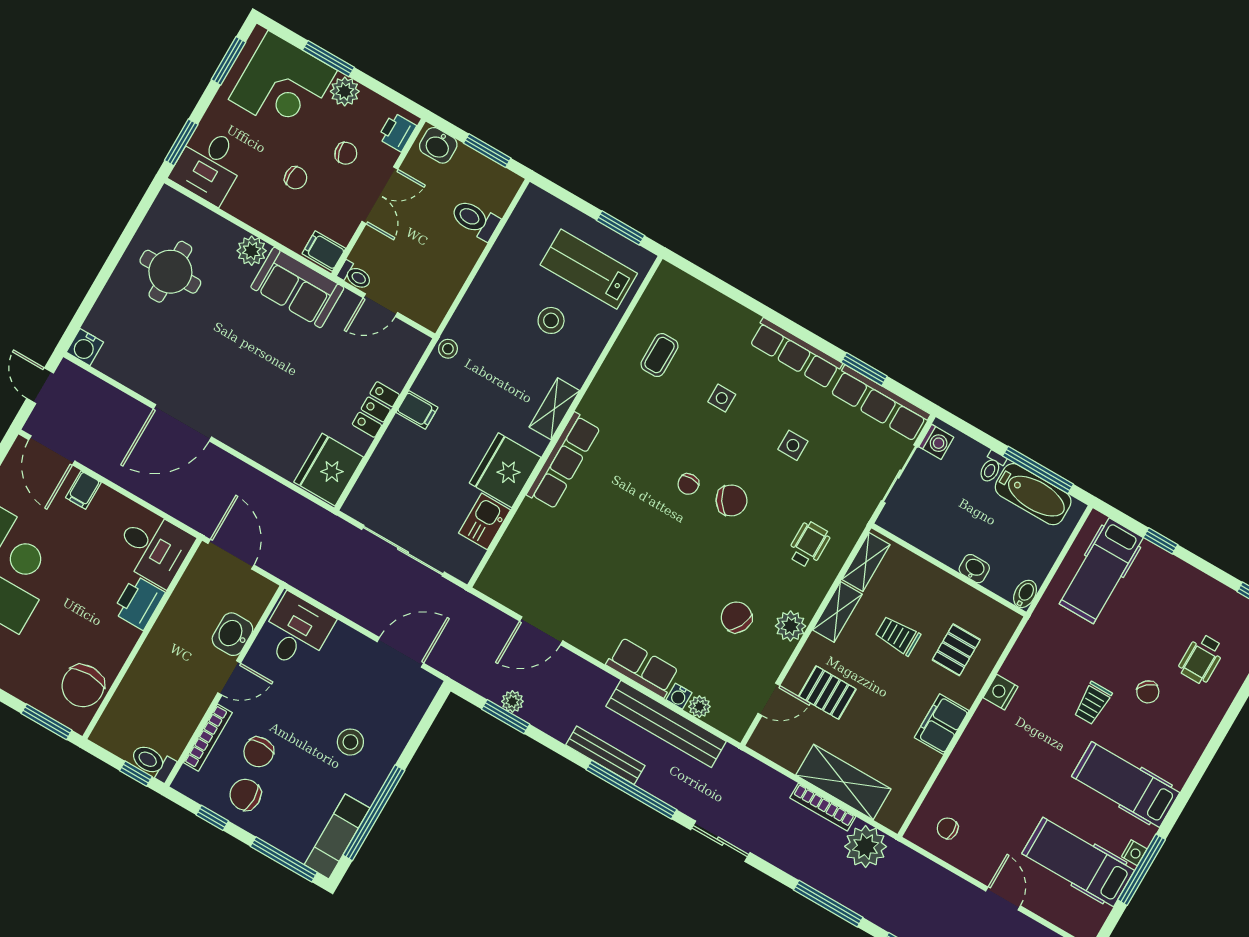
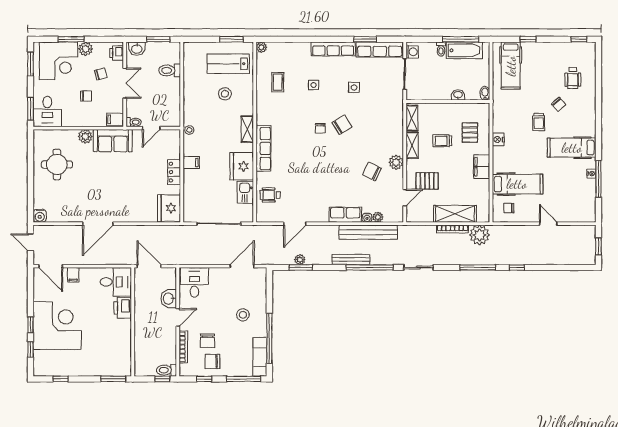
plant: (667, 274) -> (261, 47), added
wheelchair: (809, 545) -> (270, 195), moved, turned -90
chair: (83, 686) -> (120, 355), removed
hospital bed: (1078, 862) -> (517, 184), moved, turned 180

